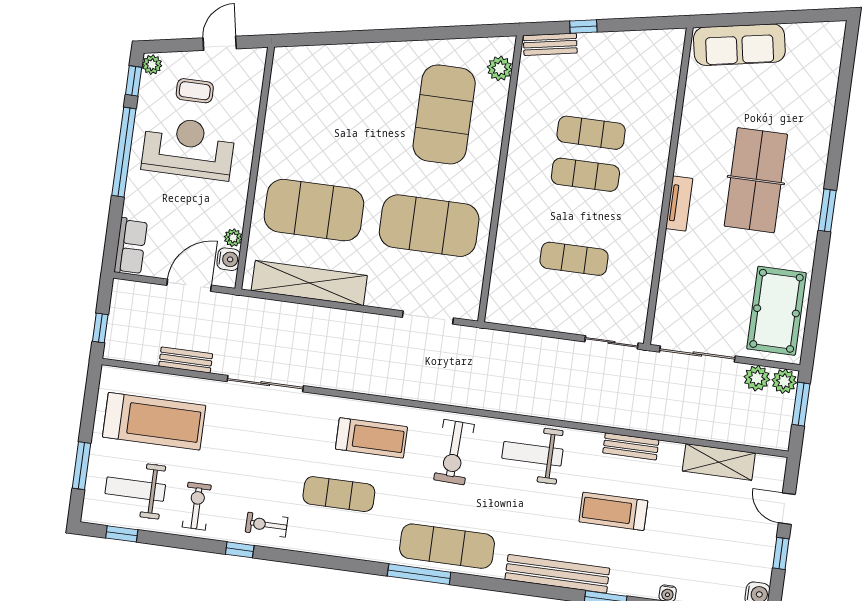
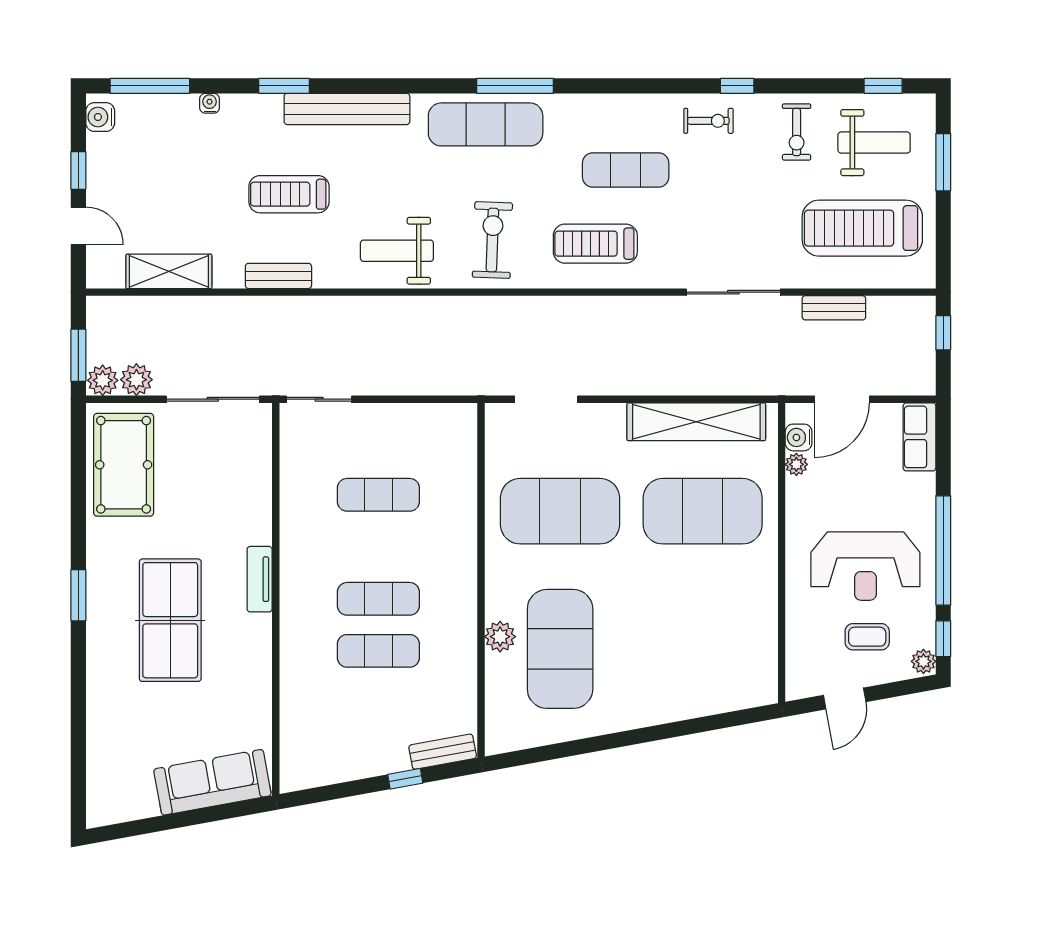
plant: (500, 68) -> (500, 637), moved
weight bench: (532, 454) -> (397, 251), turned 180
treadmill: (613, 511) -> (289, 194), turned 180

